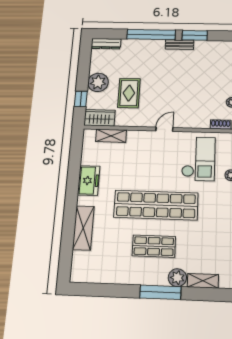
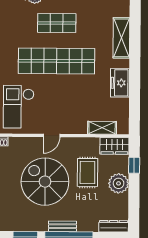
bench: (179, 45) -> (63, 226), moved
spiral stairs: (173, 85) -> (45, 182), added

